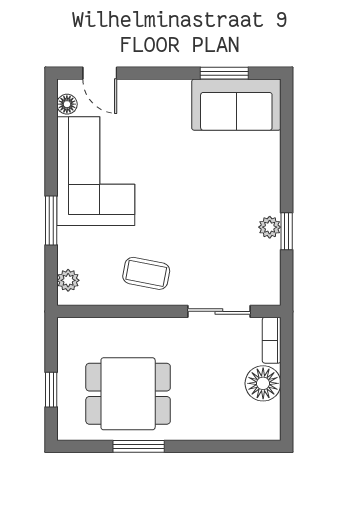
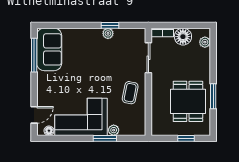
window: (224, 73) -> (34, 55), width x1.44
plant: (68, 280) -> (114, 130), moved
plant: (252, 429) -> (205, 42), added

